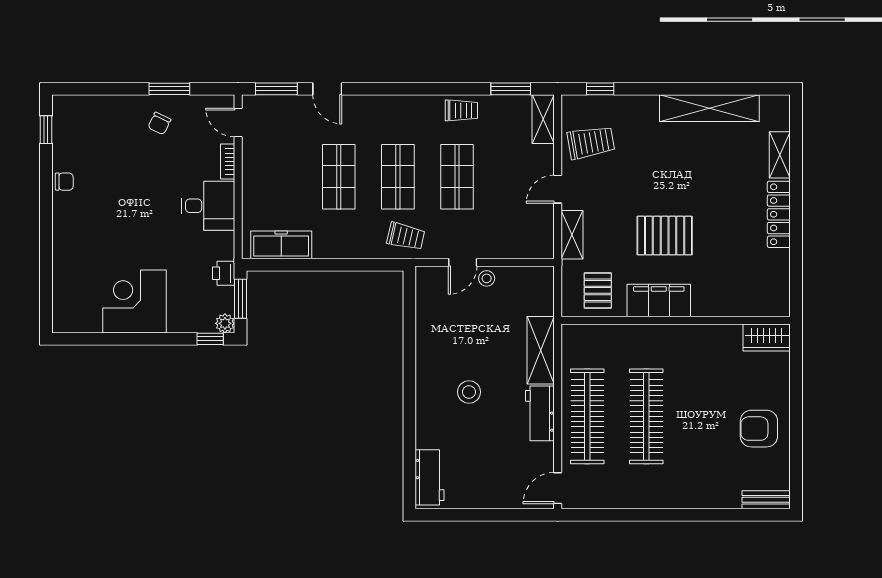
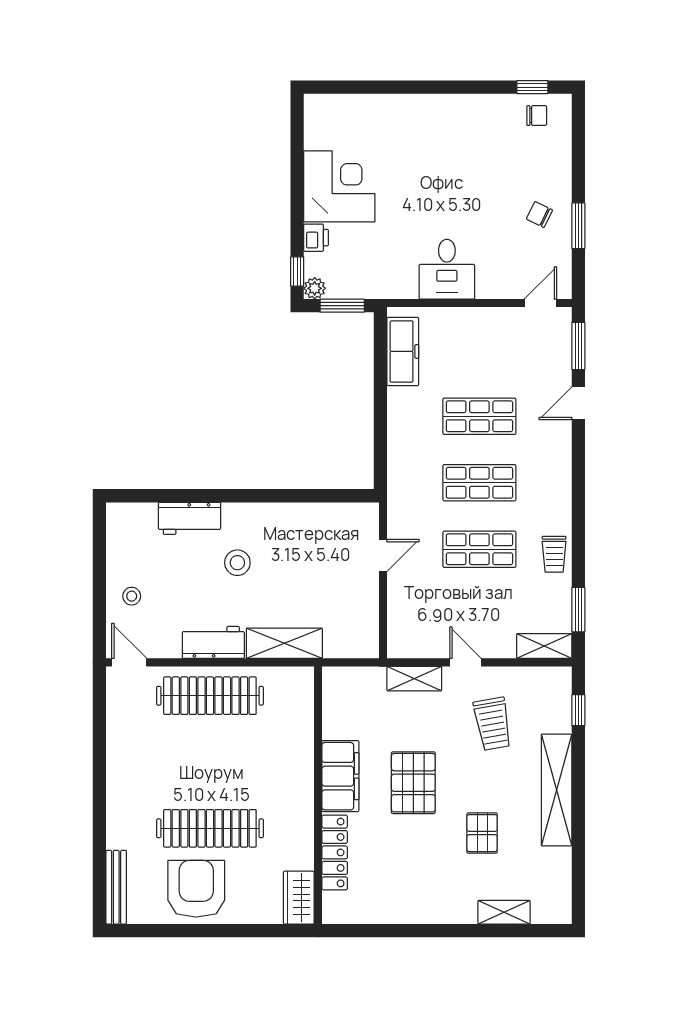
shelving: (709, 108) -> (557, 790), moved
trolley: (591, 142) -> (493, 724), moved
bookcase: (228, 162) -> (497, 291), removed
chair: (64, 182) -> (537, 116), moved, turned -90
locker: (779, 214) -> (335, 852), moved, turned 90
trolley: (406, 236) -> (413, 492), removed
door: (463, 262) -> (383, 556), swing flipped
printer: (224, 273) -> (316, 238), moved, turned 90
stool: (487, 278) -> (132, 596), moved
pallet: (598, 290) -> (482, 833), moved, turned 90
clothes rail: (646, 416) -> (210, 828), moved
armchair: (759, 429) -> (196, 889), width x1.36, depth x1.36
workbench: (430, 477) -> (190, 518), moved
bench: (766, 500) -> (116, 887), width x1.36

